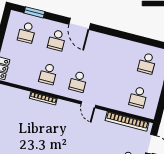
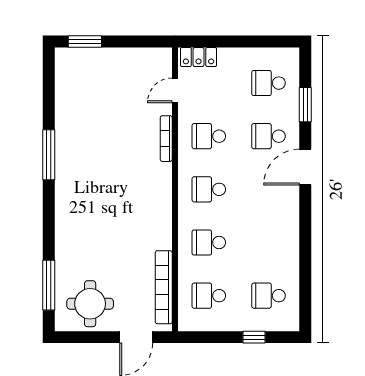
window: (34, 12) -> (305, 105), moved
school desk: (108, 89) -> (209, 242), added
door: (88, 105) -> (175, 90), moved

